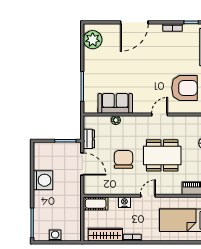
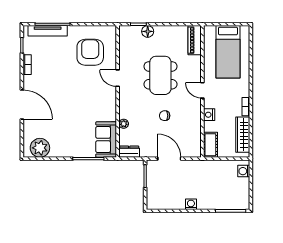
sofa: (115, 103) -> (106, 140), moved
dresser: (89, 139) -> (129, 152), moved
chair: (124, 159) -> (165, 116), width x0.54, depth x0.54
door: (82, 164) -> (169, 159), hinge flipped
washing machine: (43, 180) -> (191, 204), width x0.53, depth x0.53
washing machine: (55, 236) -> (244, 171), moved

